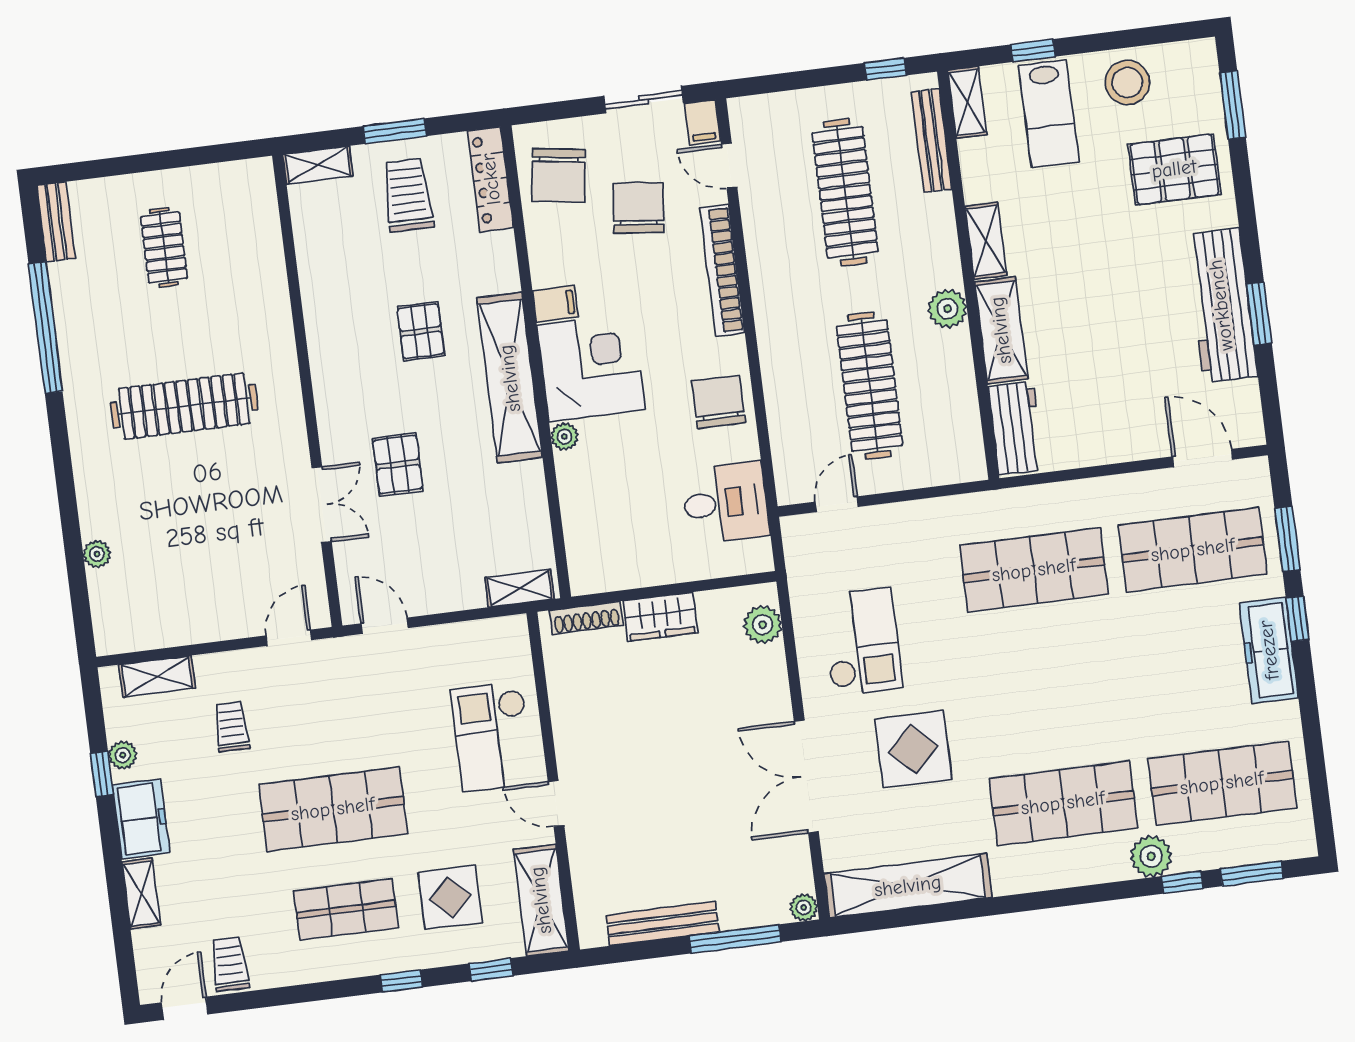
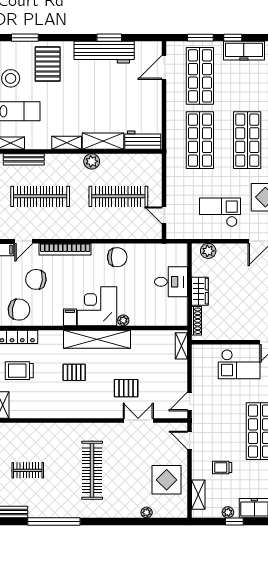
chair: (719, 402) -> (117, 257), turned 180
desk: (725, 503) -> (171, 282), moved, turned 90
display table: (184, 593) -> (167, 480), added
shop shelf: (1049, 687) -> (247, 140), added

